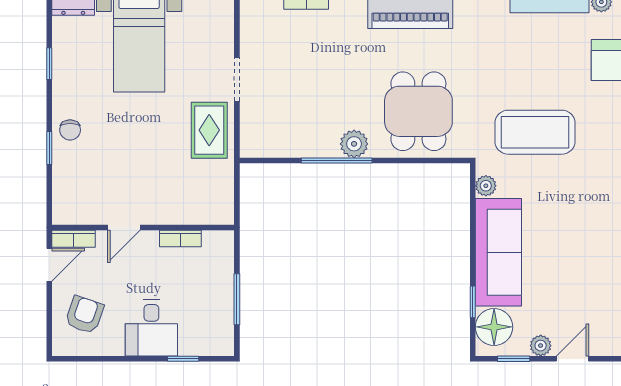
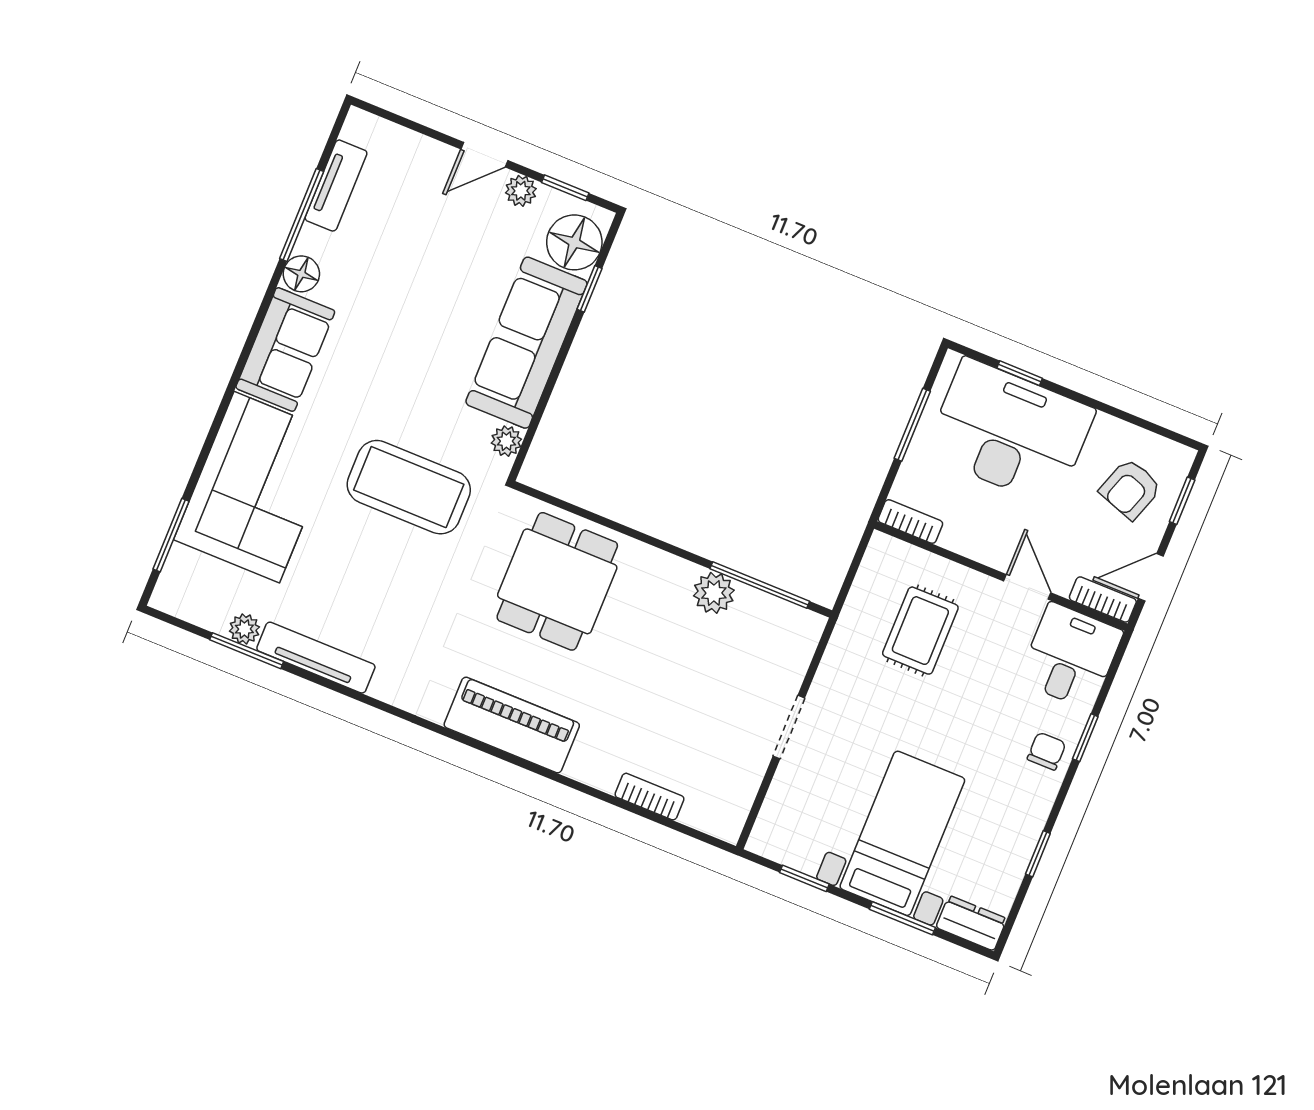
rug: (209, 130) -> (920, 631), moved
plant: (354, 144) -> (714, 593), moved
window: (337, 160) -> (760, 585), moved
desk: (79, 195) -> (1070, 656), added
door: (124, 227) -> (1027, 587), hinge flipped
bookcase: (180, 238) -> (910, 521), moved
window: (49, 321) -> (1182, 501), added
desk: (151, 328) -> (1010, 432), width x1.87, depth x1.30

